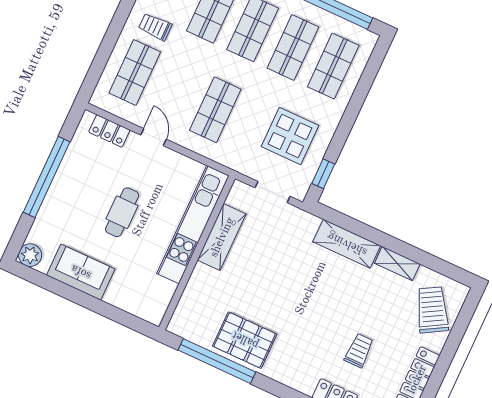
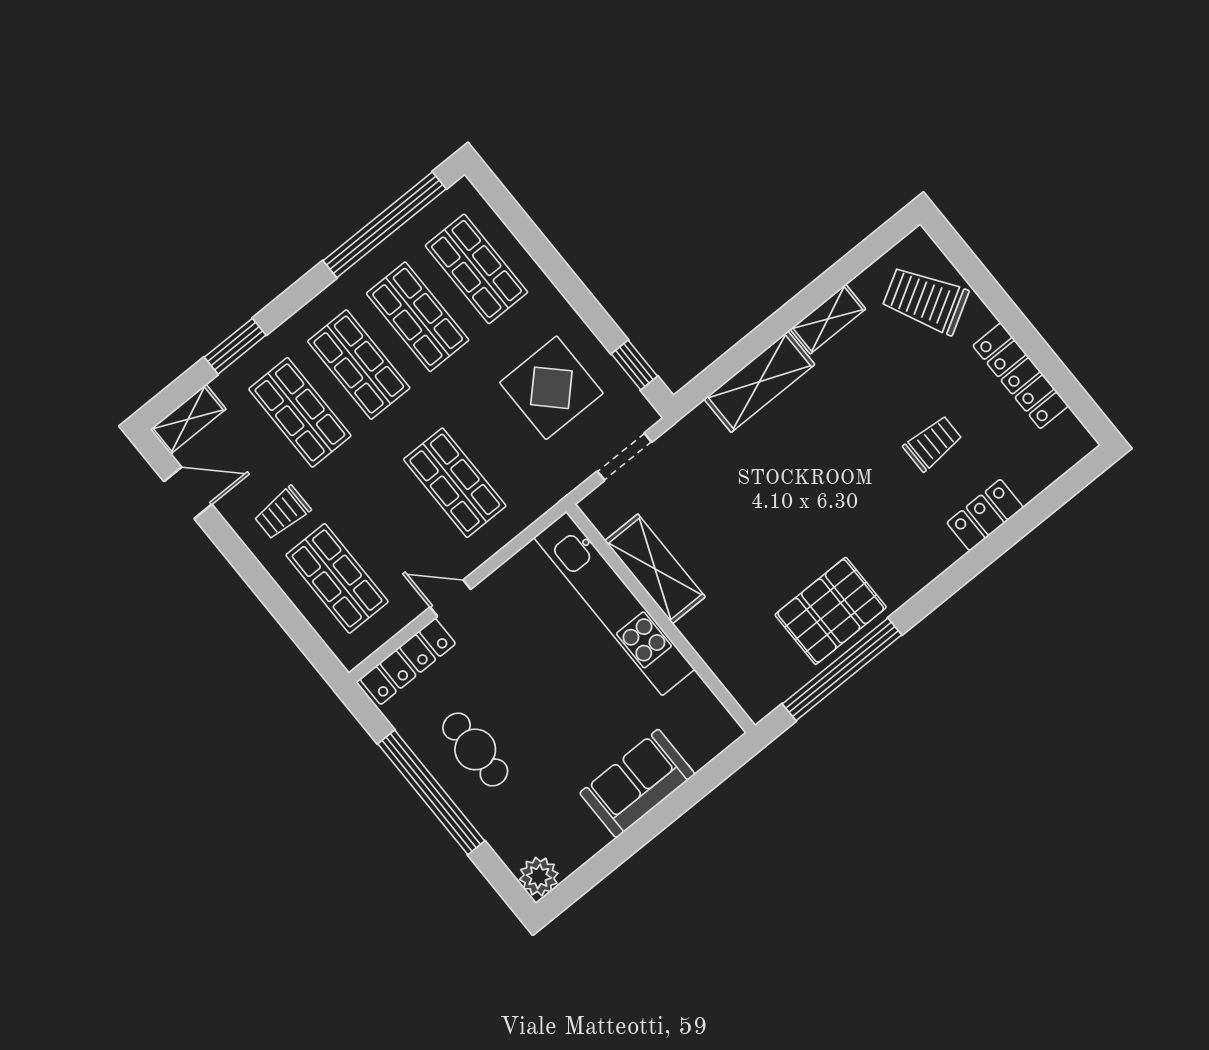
locker: (109, 131) -> (408, 661), width x1.53
cafe table: (122, 212) -> (475, 749), moved
sofa: (81, 272) -> (637, 784), moved
trolley: (359, 351) -> (933, 443), turned 90

